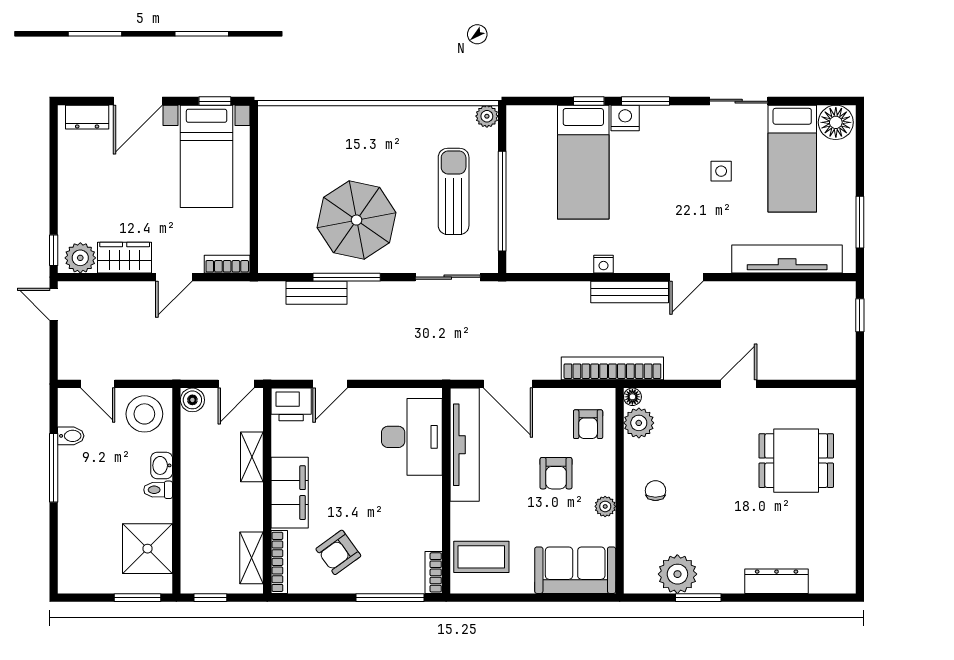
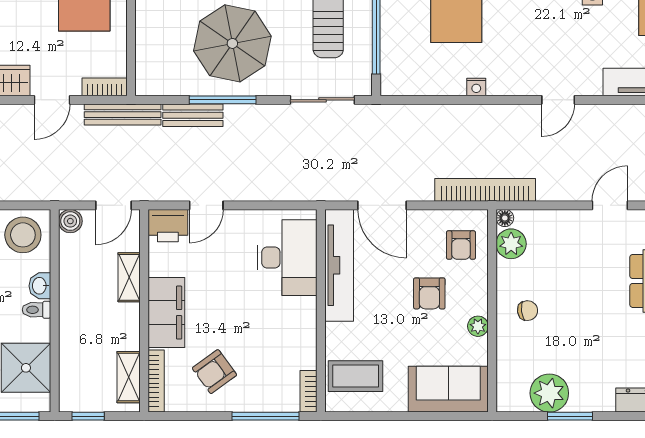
bench: (630, 292) -> (123, 115), moved
chair: (655, 491) -> (528, 311), turned 83

